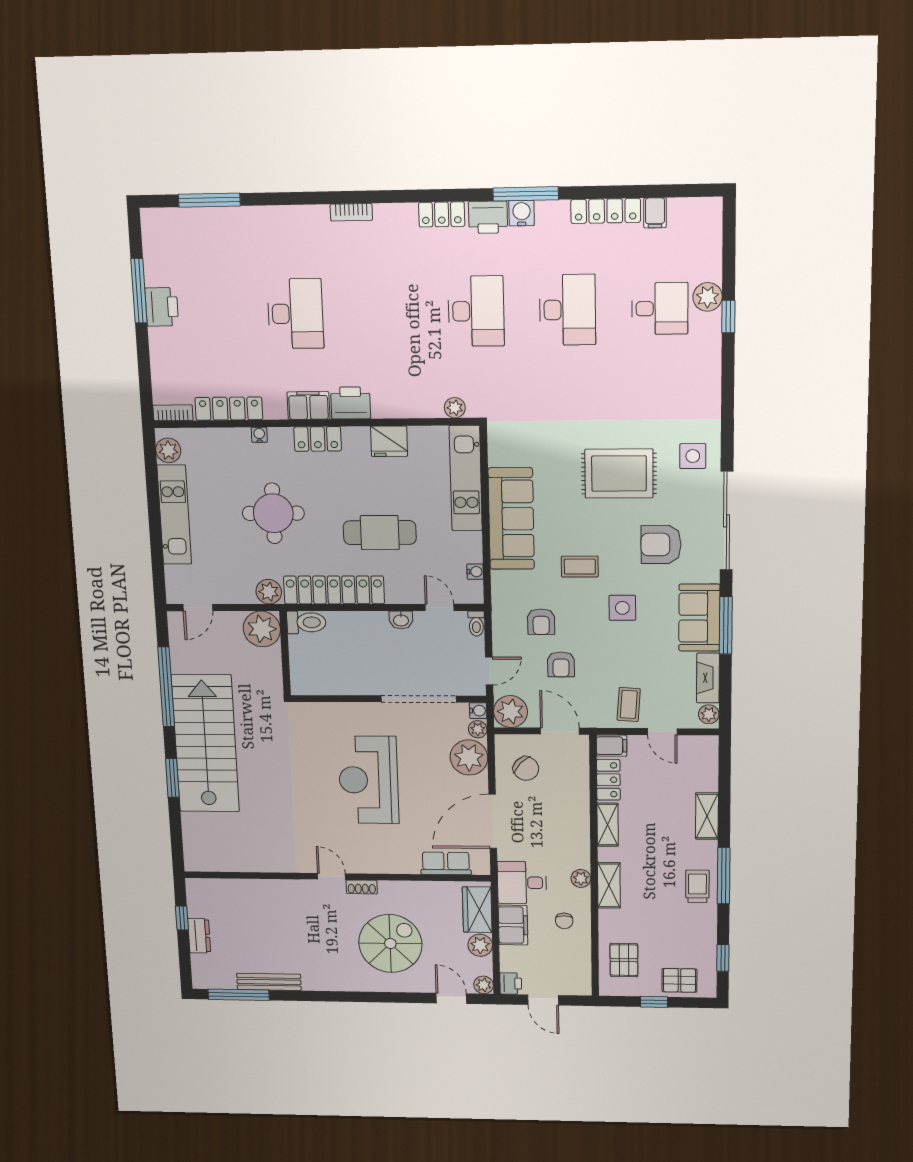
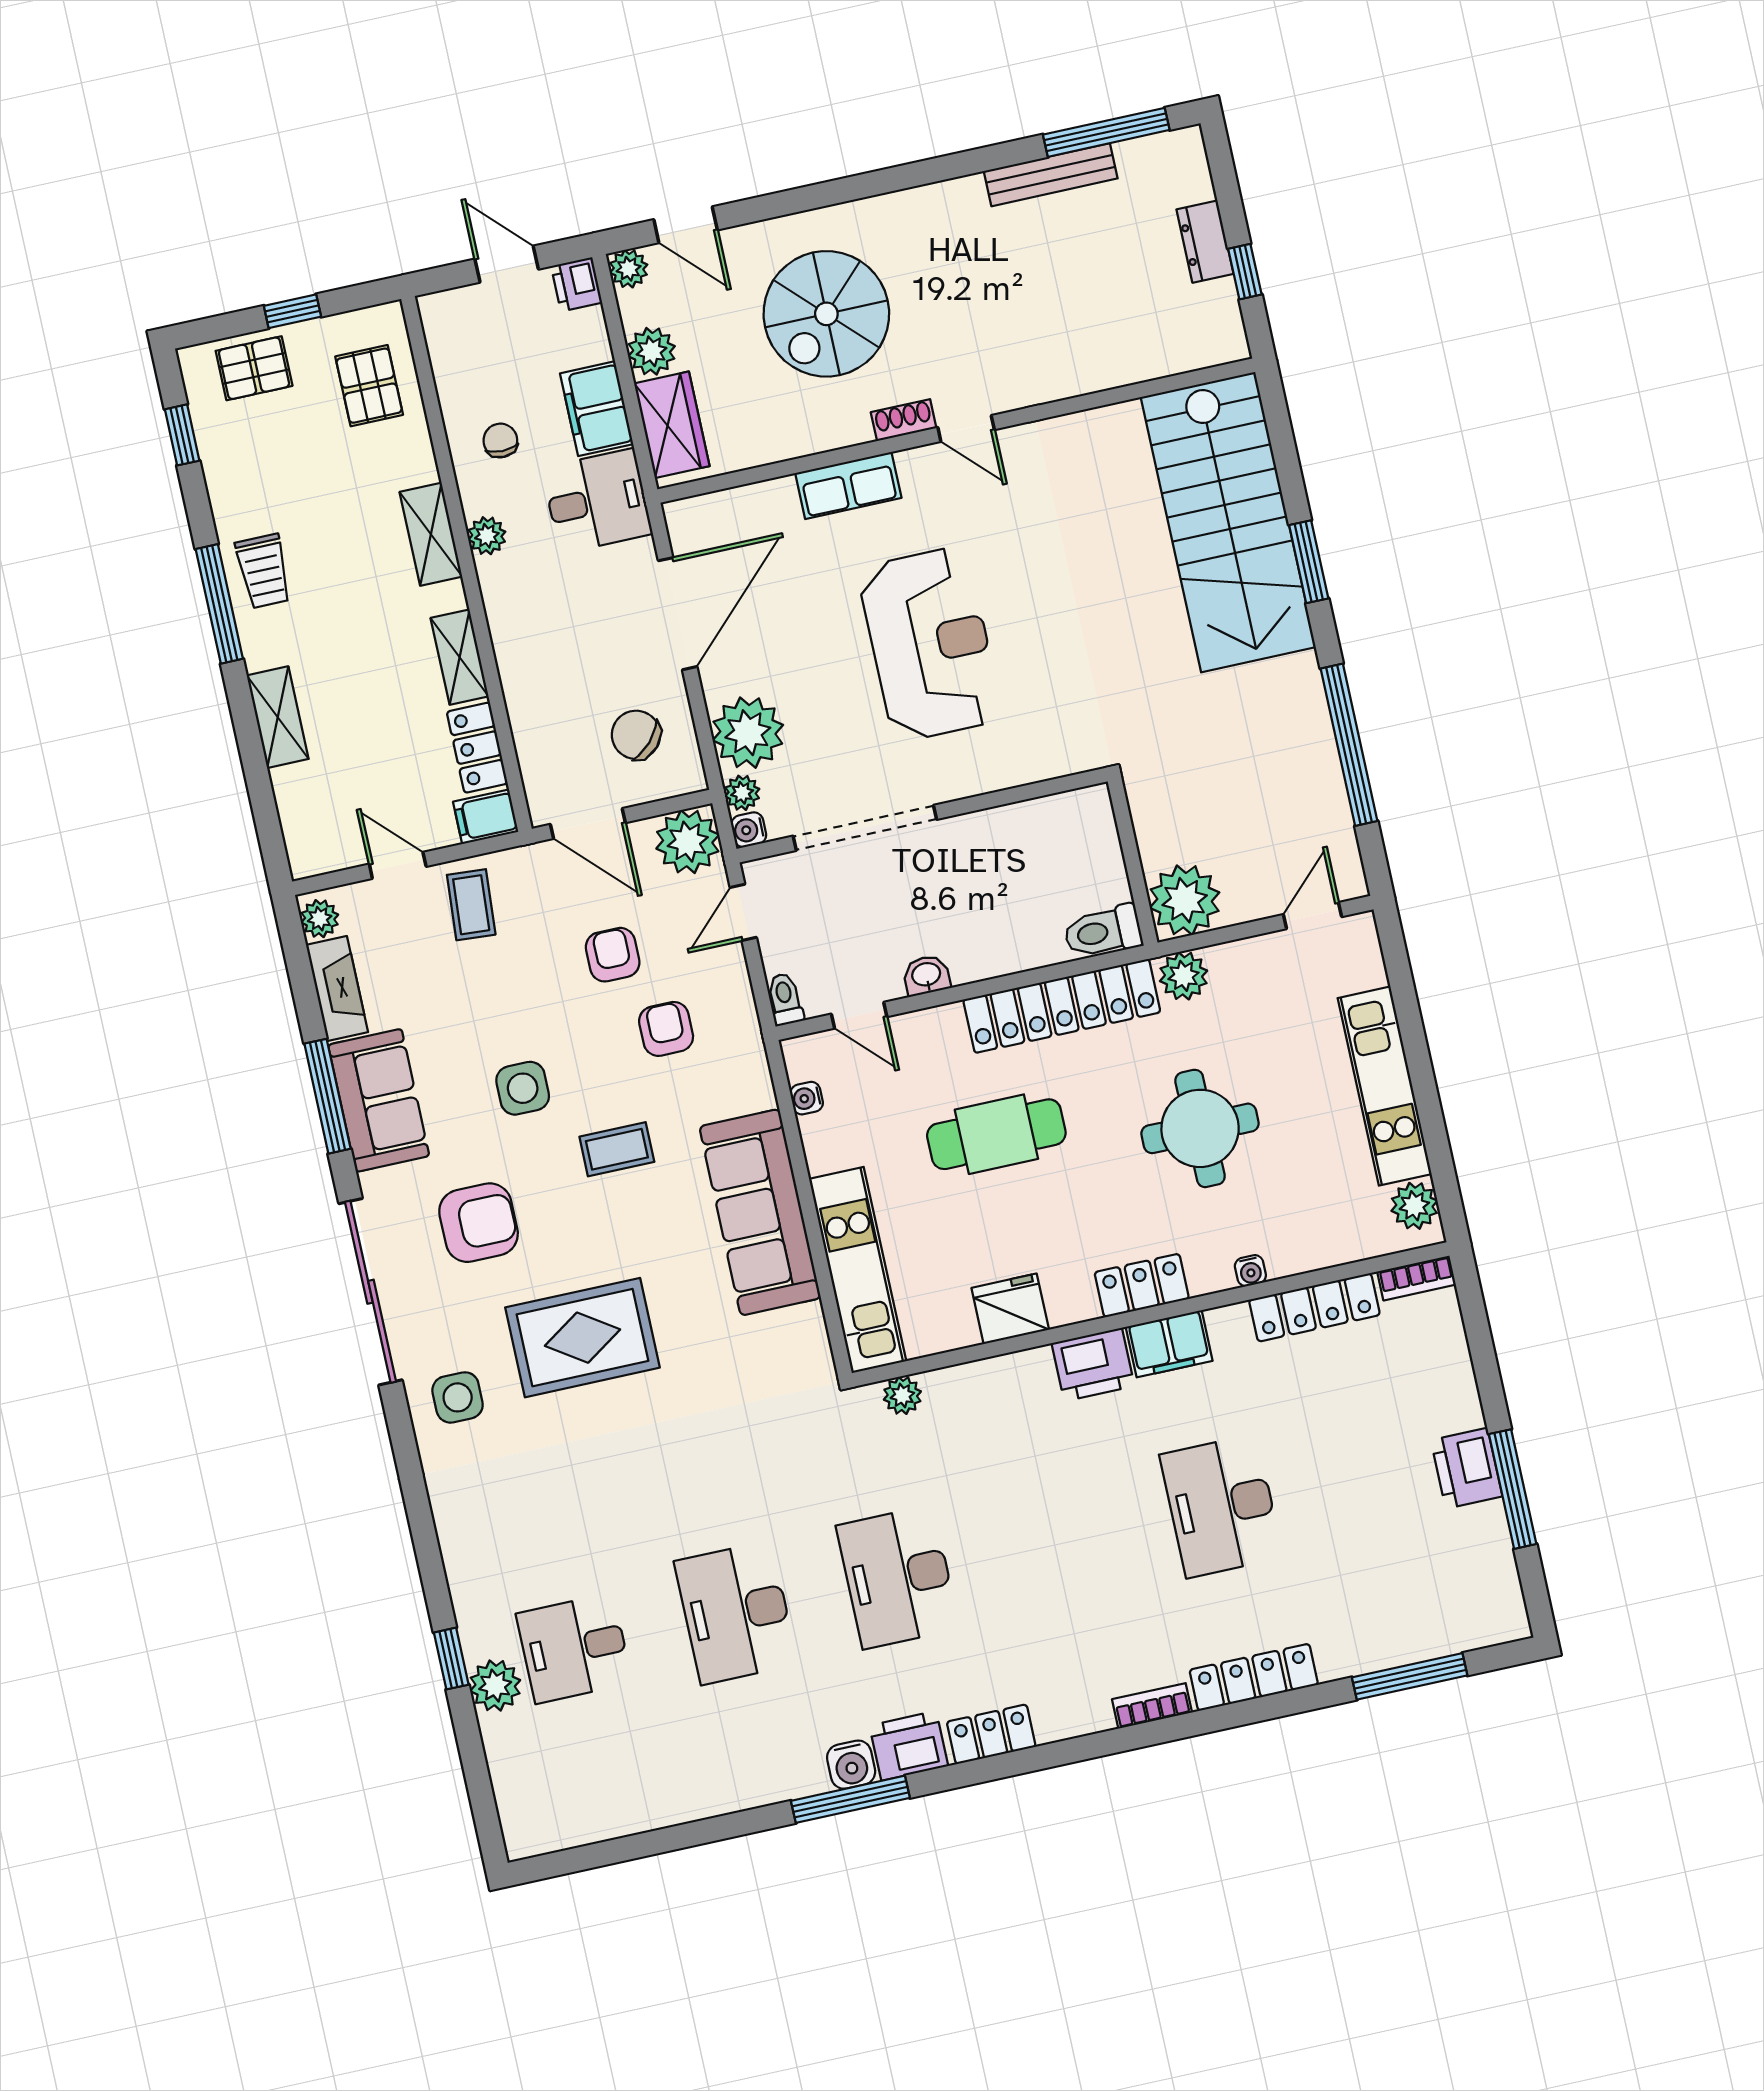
locker: (606, 211) -> (1254, 1677), moved
filing cabinet: (655, 213) -> (619, 1812), removed
stairs: (205, 743) -> (1228, 522), moved
row of seats: (446, 863) -> (848, 485), moved

